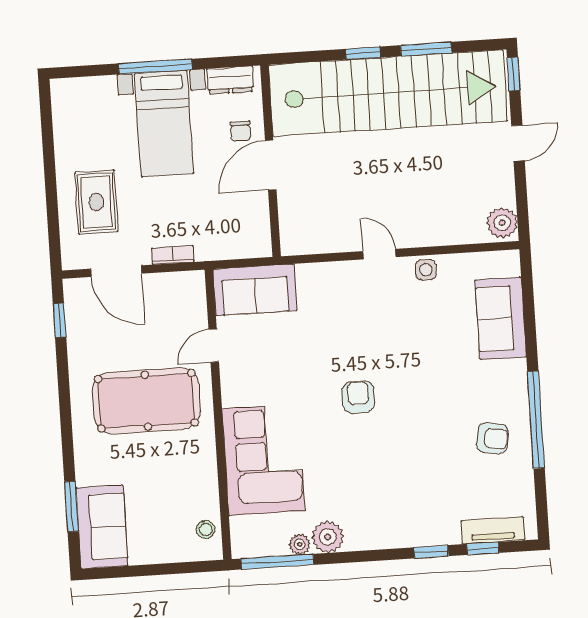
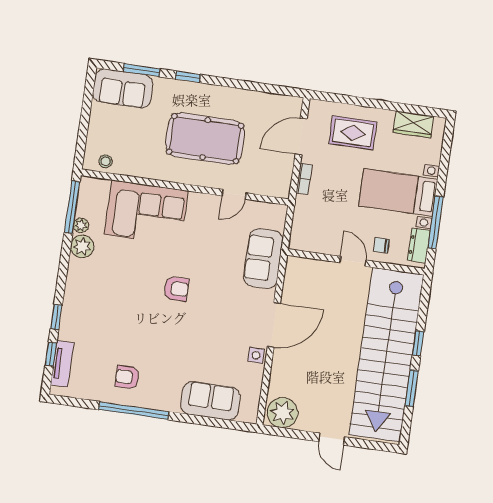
window: (155, 67) -> (436, 223), moved
window: (514, 74) -> (381, 446), removed
wardrobe: (67, 122) -> (413, 124), added
door: (271, 165) -> (353, 261), width x0.73
plant: (502, 223) -> (282, 413), width x1.36, depth x1.36
door: (380, 254) -> (274, 325), width x1.88
sofa: (255, 290) -> (263, 259), moved
window: (59, 320) -> (188, 77), moved
door: (214, 346) -> (234, 194), swing flipped
pool table: (146, 401) -> (205, 139), turned 90
armchair: (492, 438) -> (127, 377), turned 80

